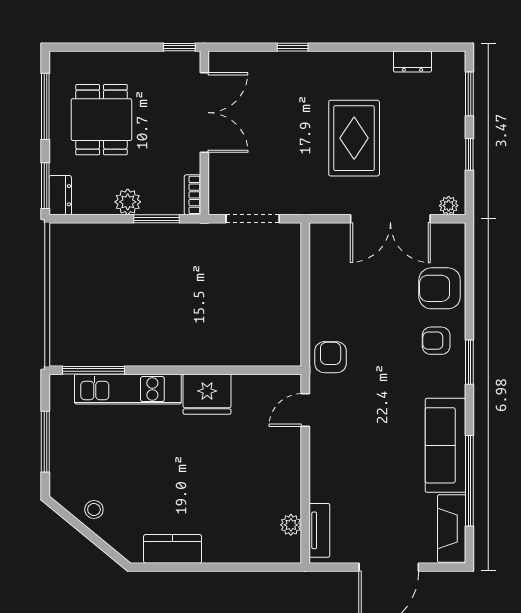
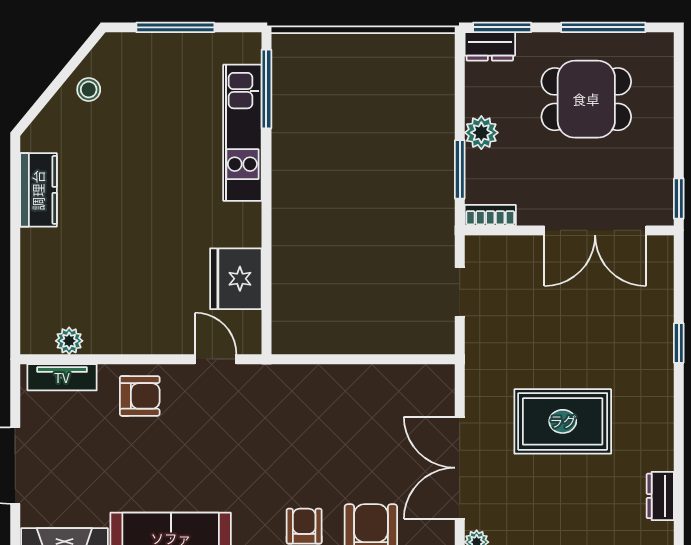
doorway: (253, 219) -> (460, 292), width x0.73
armchair: (331, 357) -> (140, 396), moved
fridge: (207, 394) -> (236, 279), moved

